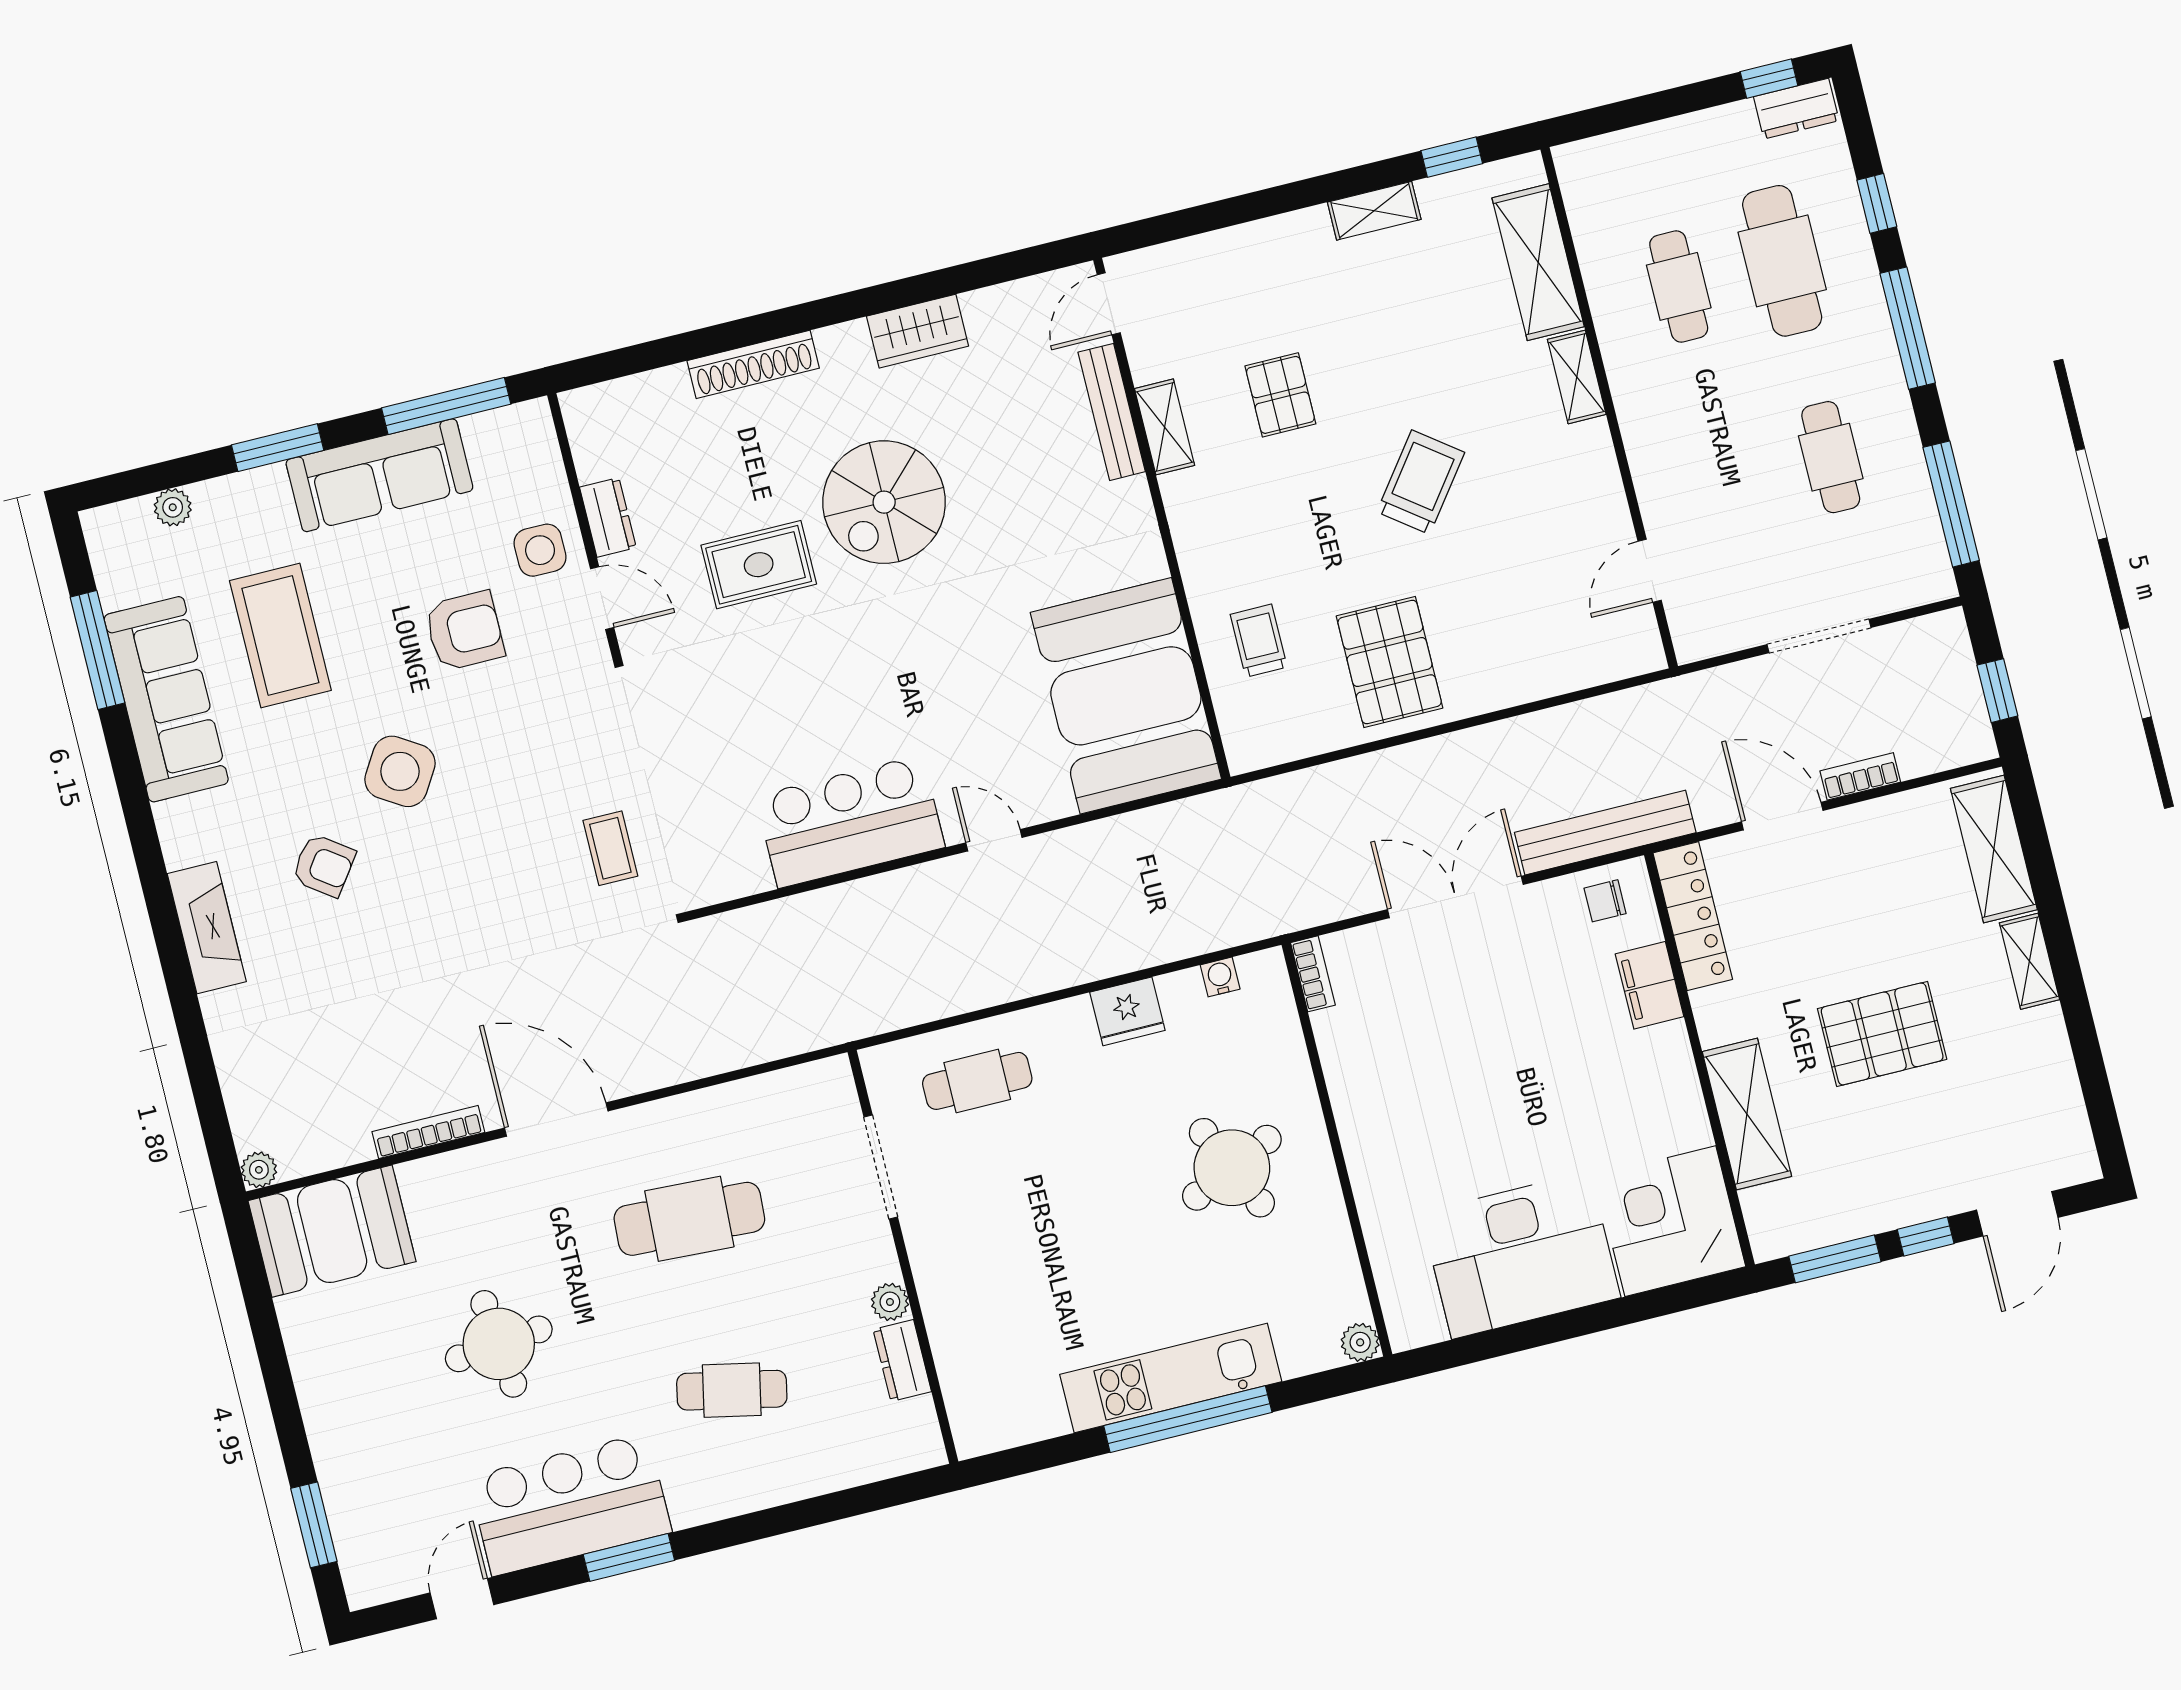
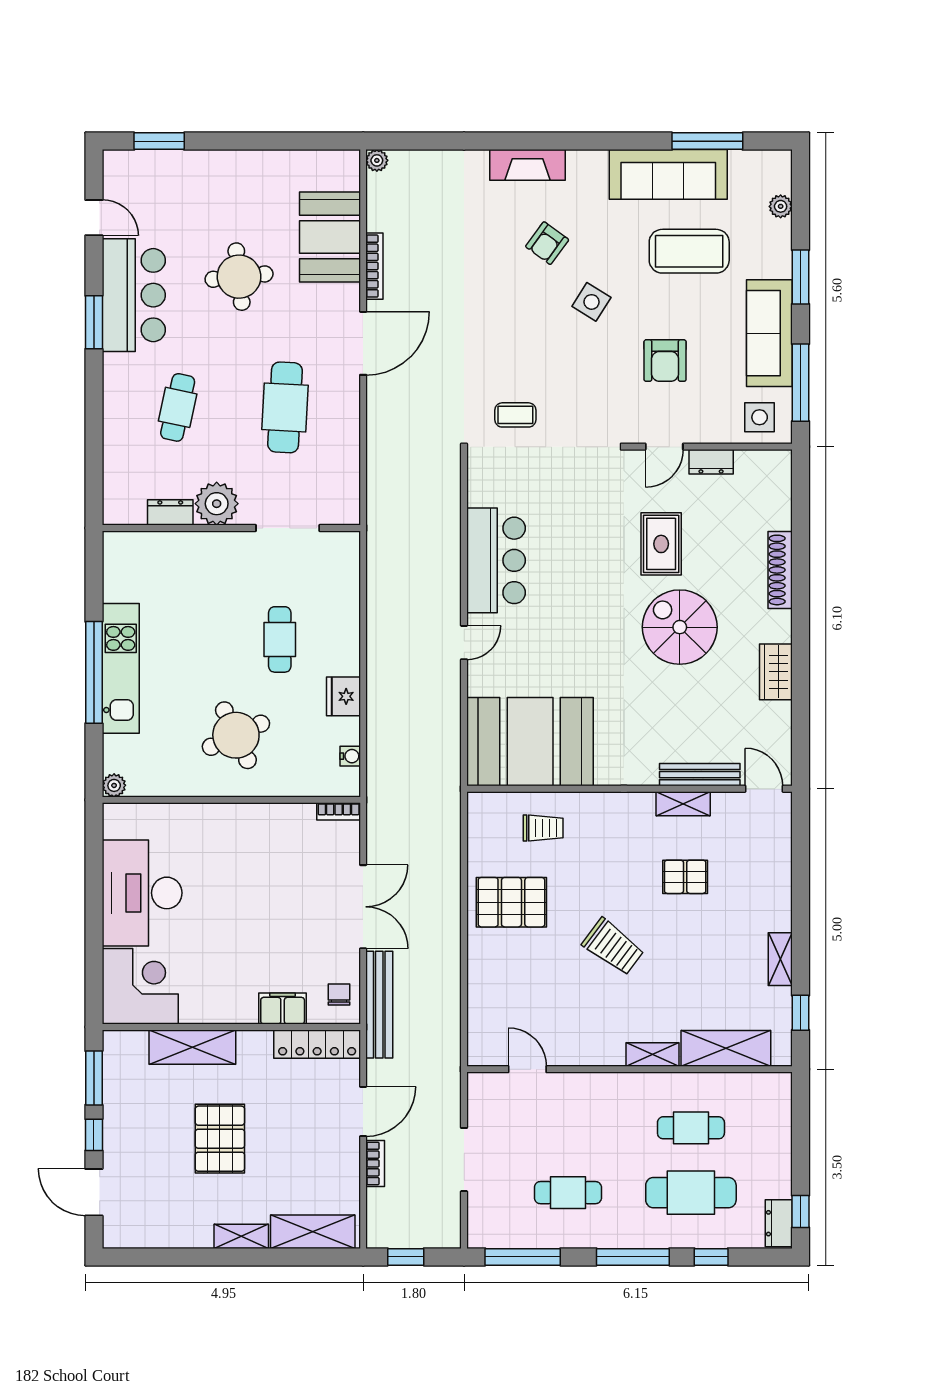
side table: (540, 550) -> (760, 417), moved
side table: (400, 771) -> (591, 302), width x0.73, depth x0.73
cafe table: (977, 1081) -> (280, 639), moved
booth: (332, 1231) -> (330, 237), moved
plant: (890, 1302) -> (217, 504), width x1.87, depth x1.87

